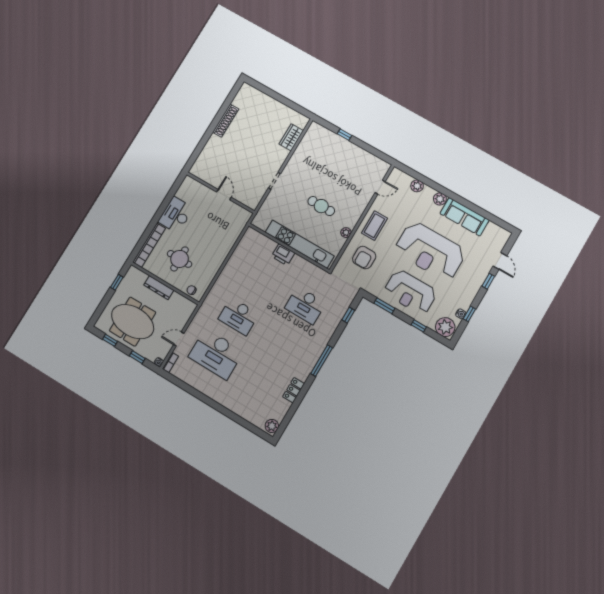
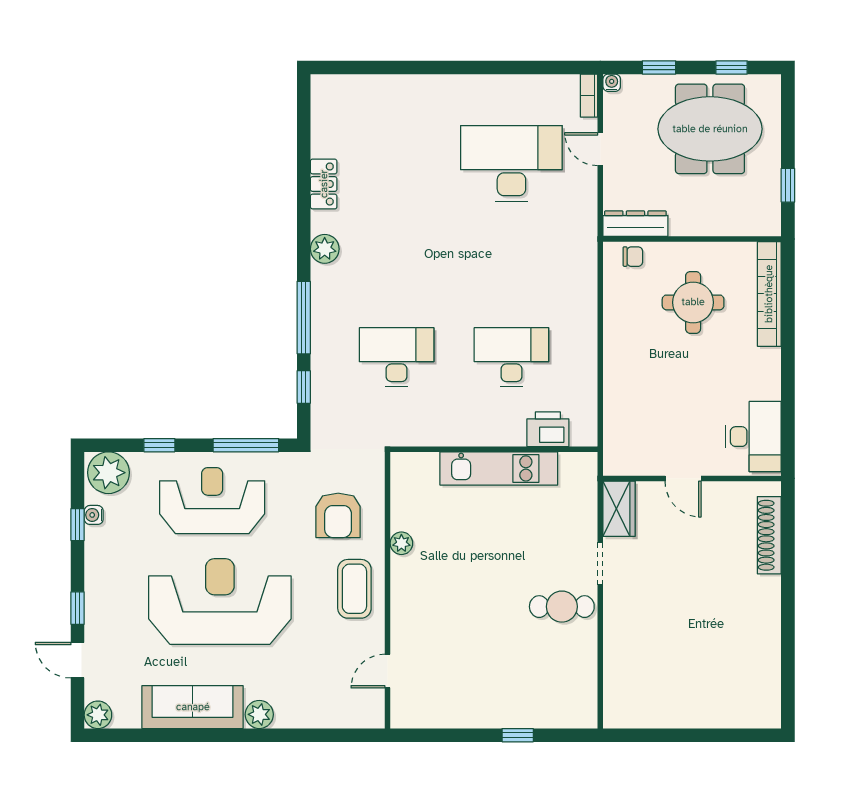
shoe rack: (226, 121) -> (769, 535), moved
wardrobe: (291, 137) -> (619, 509), moved
plant: (417, 186) -> (98, 715), moved
cafe table: (321, 206) -> (562, 607), moved
desk: (176, 215) -> (754, 437), moved
kitchen unit: (300, 244) -> (499, 468), width x0.73
printer: (283, 255) -> (548, 429), moved
armchair: (364, 258) -> (338, 515), turned 180
dresser: (159, 288) -> (635, 224), moved
window: (384, 306) -> (246, 445), width x1.44
desk: (239, 316) -> (511, 357), moved
door: (179, 339) -> (600, 149), swing flipped
window: (322, 361) -> (304, 318), moved
plant: (272, 426) -> (325, 249), moved

